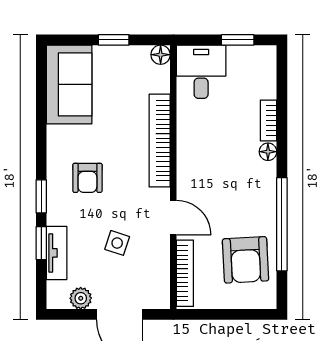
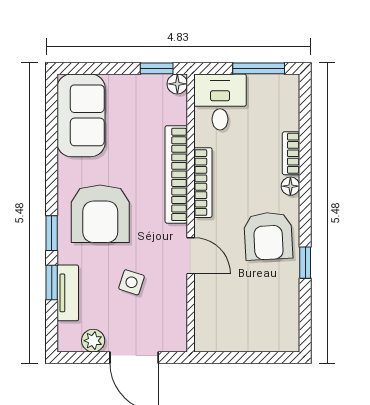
window: (114, 40) -> (157, 68), moved
window: (238, 40) -> (259, 68), width x1.50
armchair: (87, 178) -> (100, 214), width x1.88, depth x1.88
window: (282, 224) -> (305, 263), width x0.32
armchair: (246, 260) -> (268, 236), moved
bookcase: (185, 273) -> (203, 183), moved

